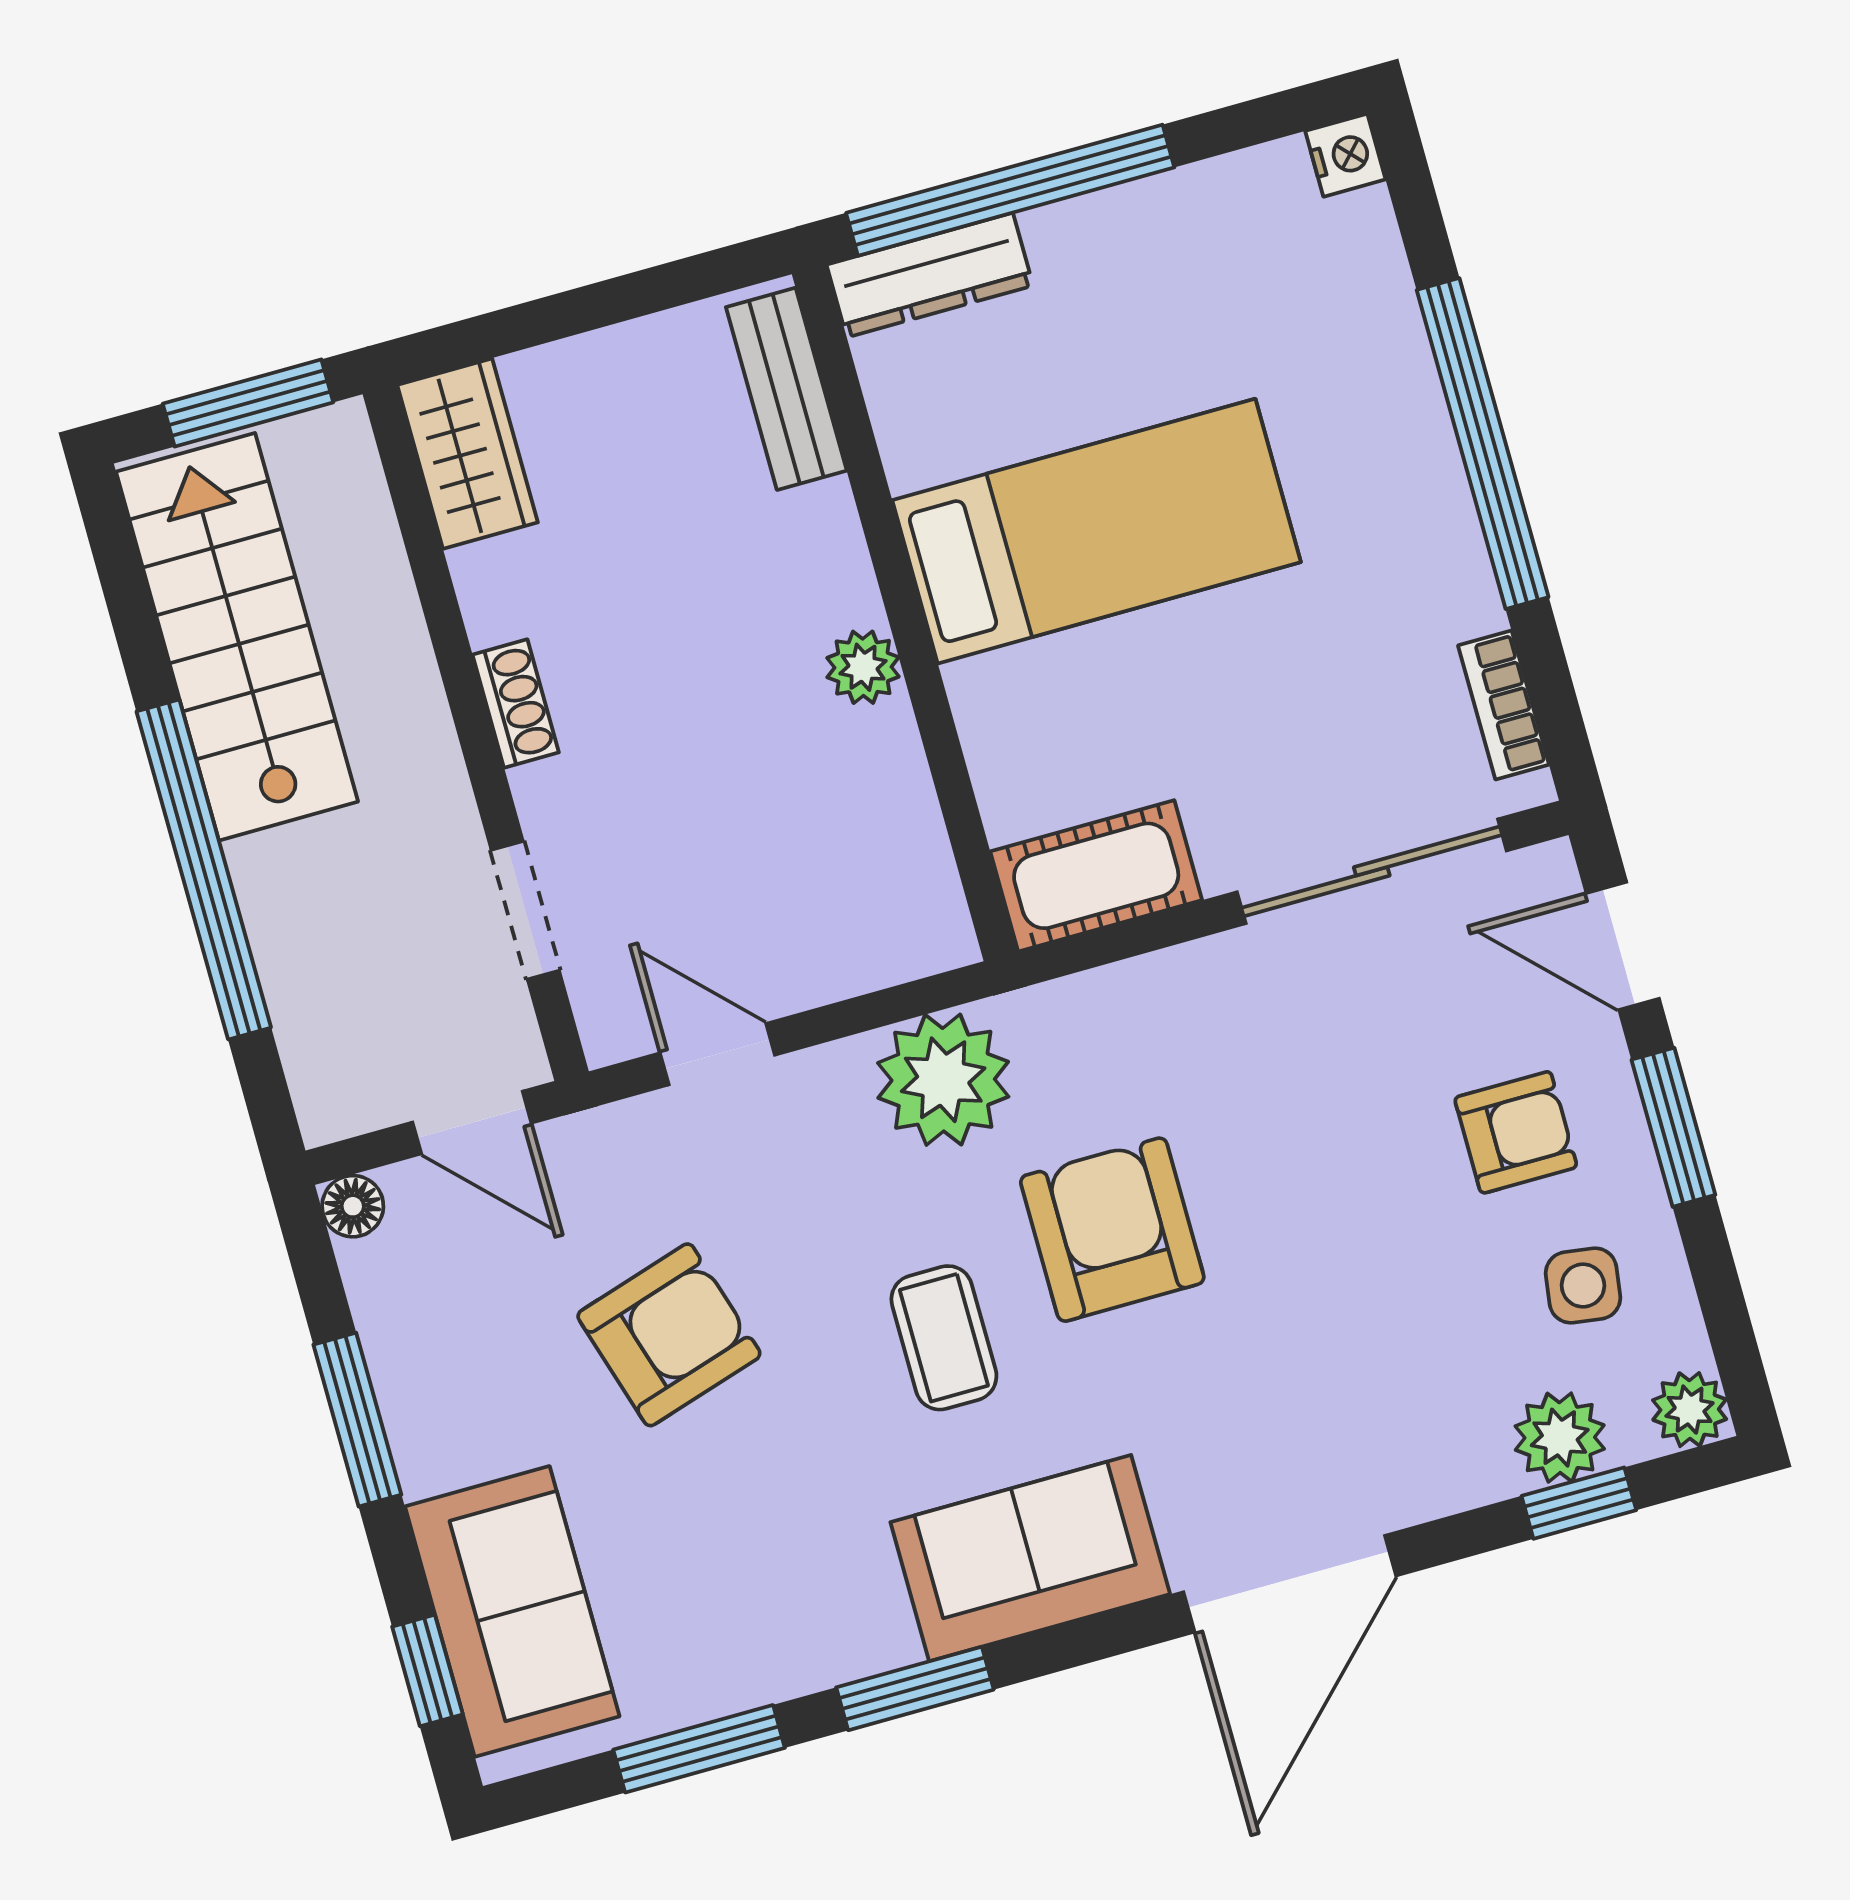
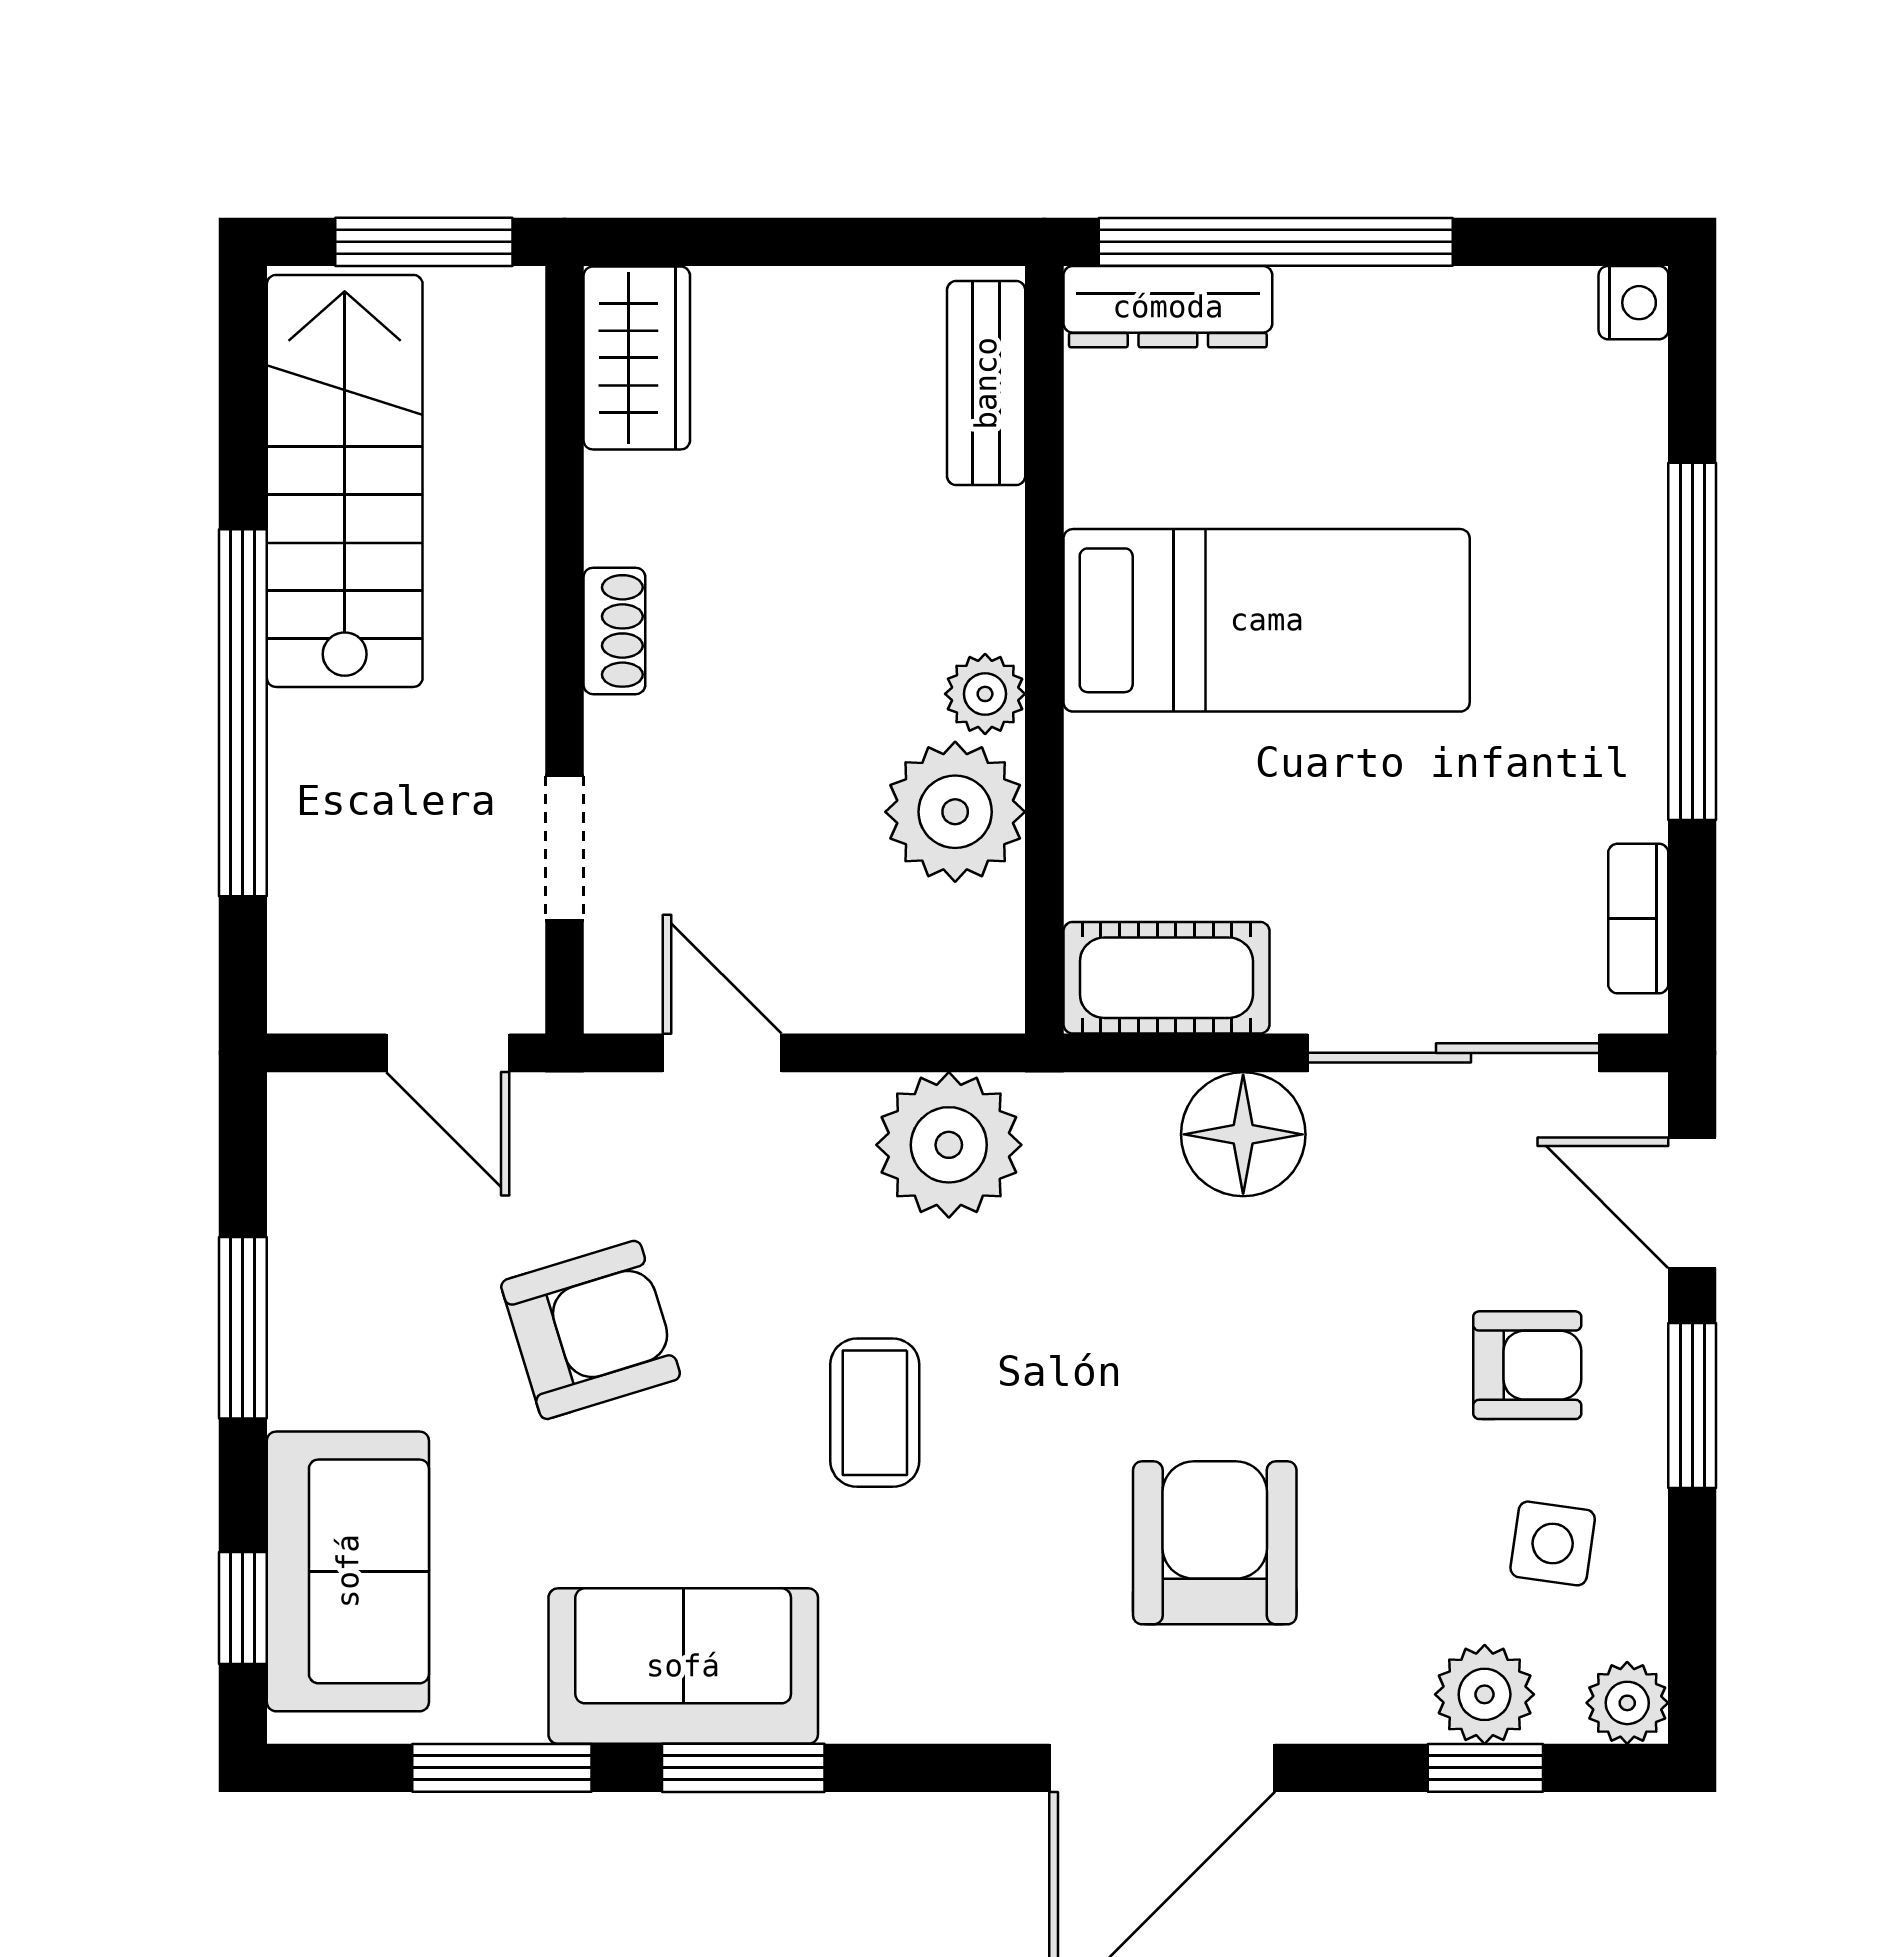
plant: (866, 780) -> (955, 812), added
floor lamp: (353, 1206) -> (1243, 1134), moved, width x1.89, depth x1.89
armchair: (1112, 1230) -> (1215, 1543), moved
sofa: (1030, 1558) -> (683, 1666), moved

